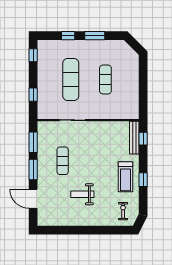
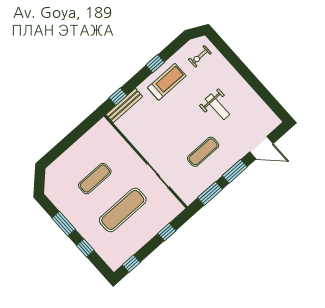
door: (33, 199) -> (261, 148), hinge flipped

